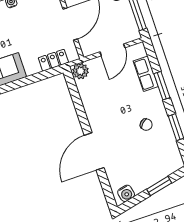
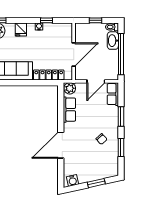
locker: (53, 60) -> (49, 75), width x1.53
row of seats: (146, 74) -> (113, 94), moved
row of seats: (90, 100) -> (69, 110), added

